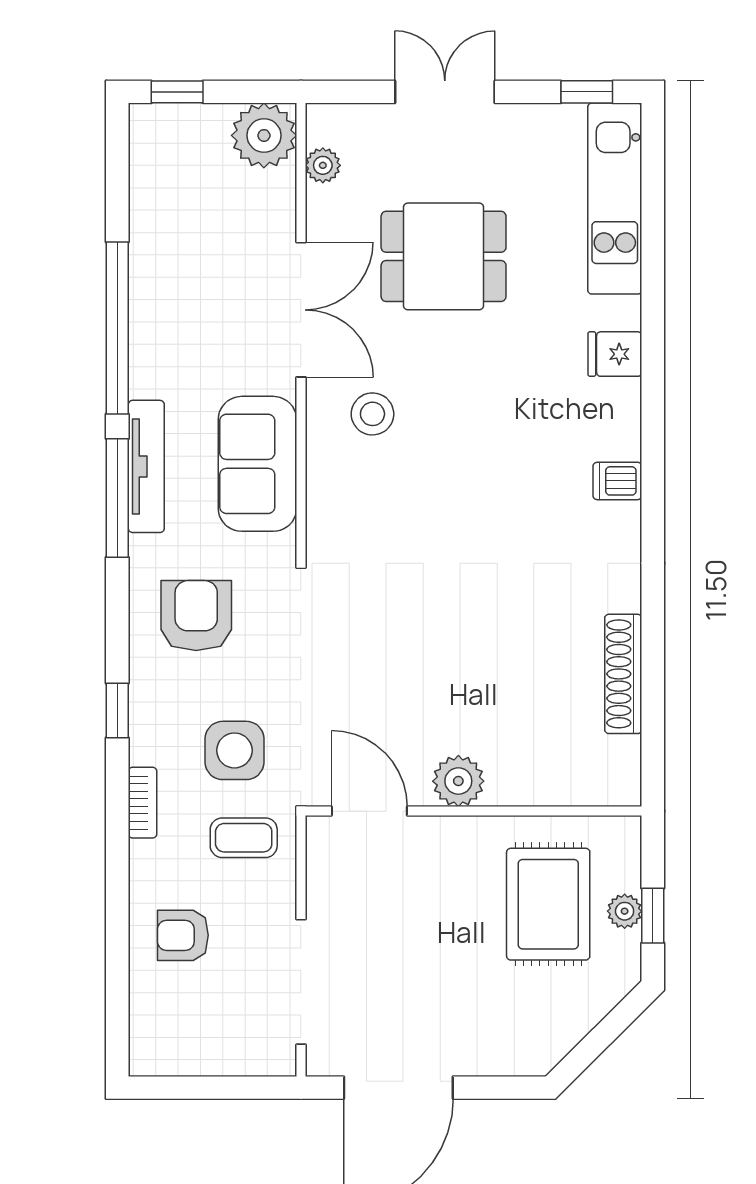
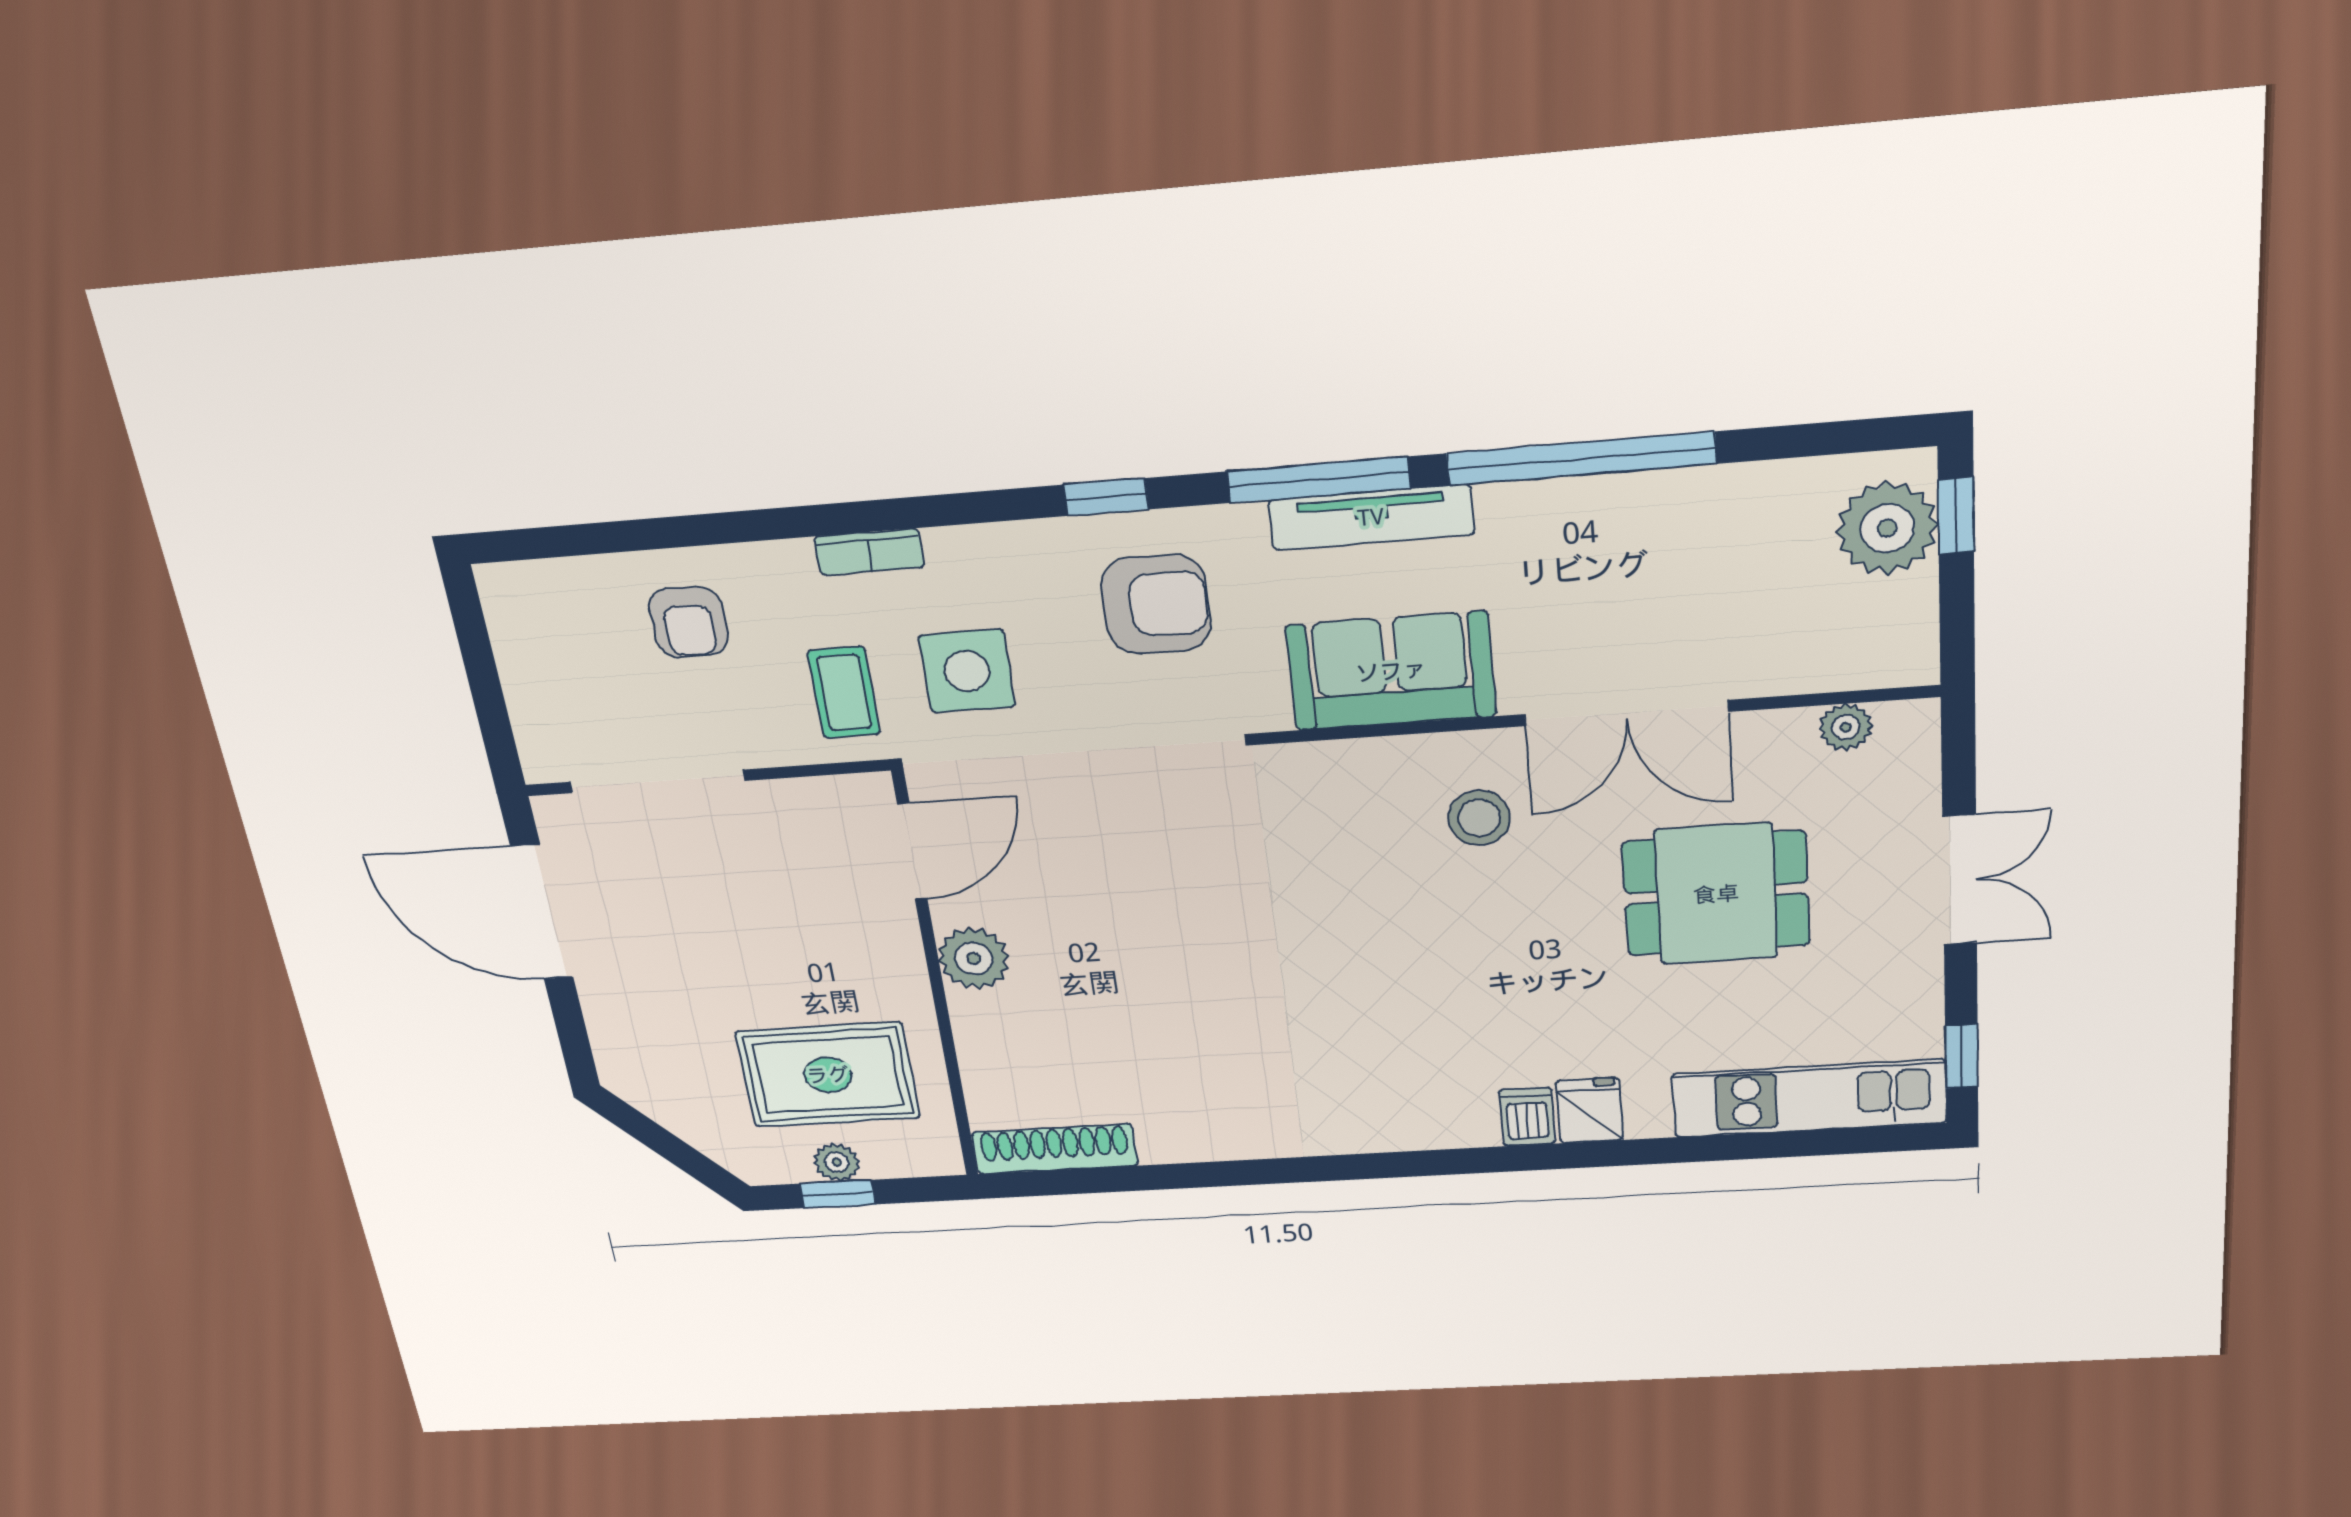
plant: (264, 135) -> (1887, 528), moved
dining table: (444, 256) -> (1716, 894), turned 90
dishwasher: (617, 481) -> (1527, 1117), moved
shoe rack: (623, 674) -> (1055, 1149), moved
window: (117, 710) -> (1106, 497), moved
armchair: (183, 935) -> (688, 622), turned 180

